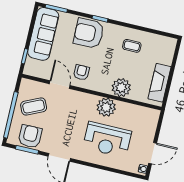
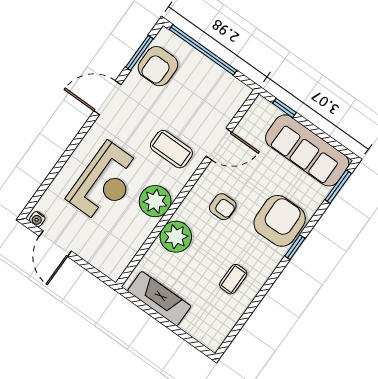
armchair: (81, 72) -> (223, 207), moved
coffee table: (34, 107) -> (171, 149), moved, turned -65
armchair: (30, 136) -> (158, 66), turned 90
reception desk: (107, 140) -> (105, 182), turned 180

